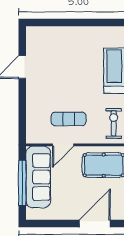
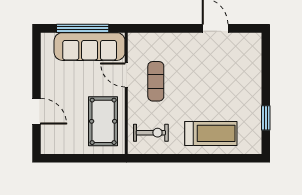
window: (101, 23) -> (266, 118), added
door: (95, 224) -> (37, 111), width x0.73

